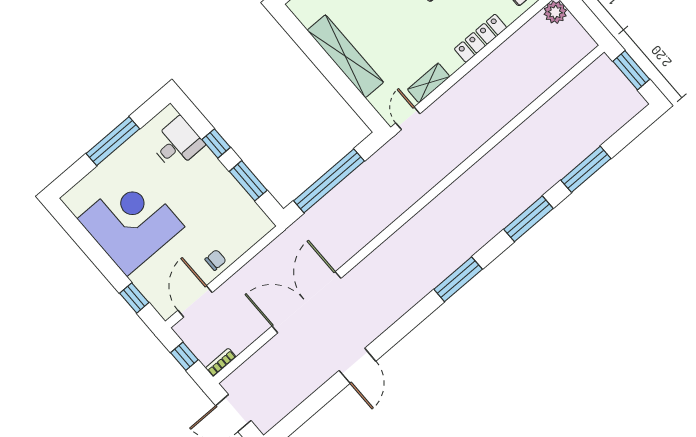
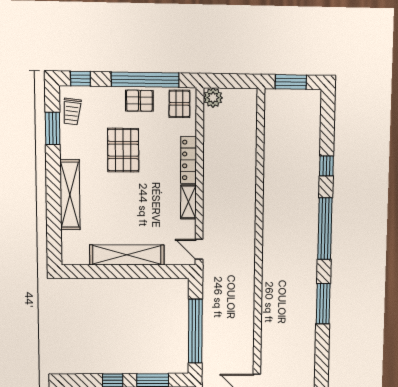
shelving: (429, 83) -> (188, 202), moved
window: (586, 169) -> (326, 166), width x0.46
window: (528, 219) -> (325, 229), width x1.46

